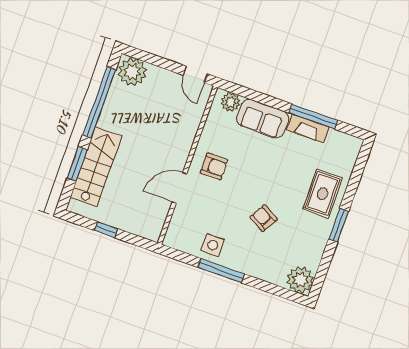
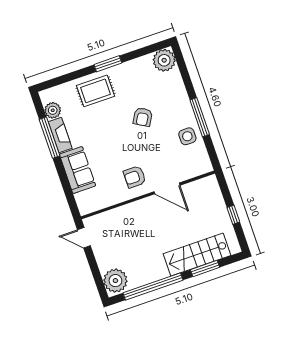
door: (195, 74) -> (84, 238), swing flipped
plant: (230, 102) -> (53, 110), moved
armchair: (214, 166) -> (135, 177), turned -90

